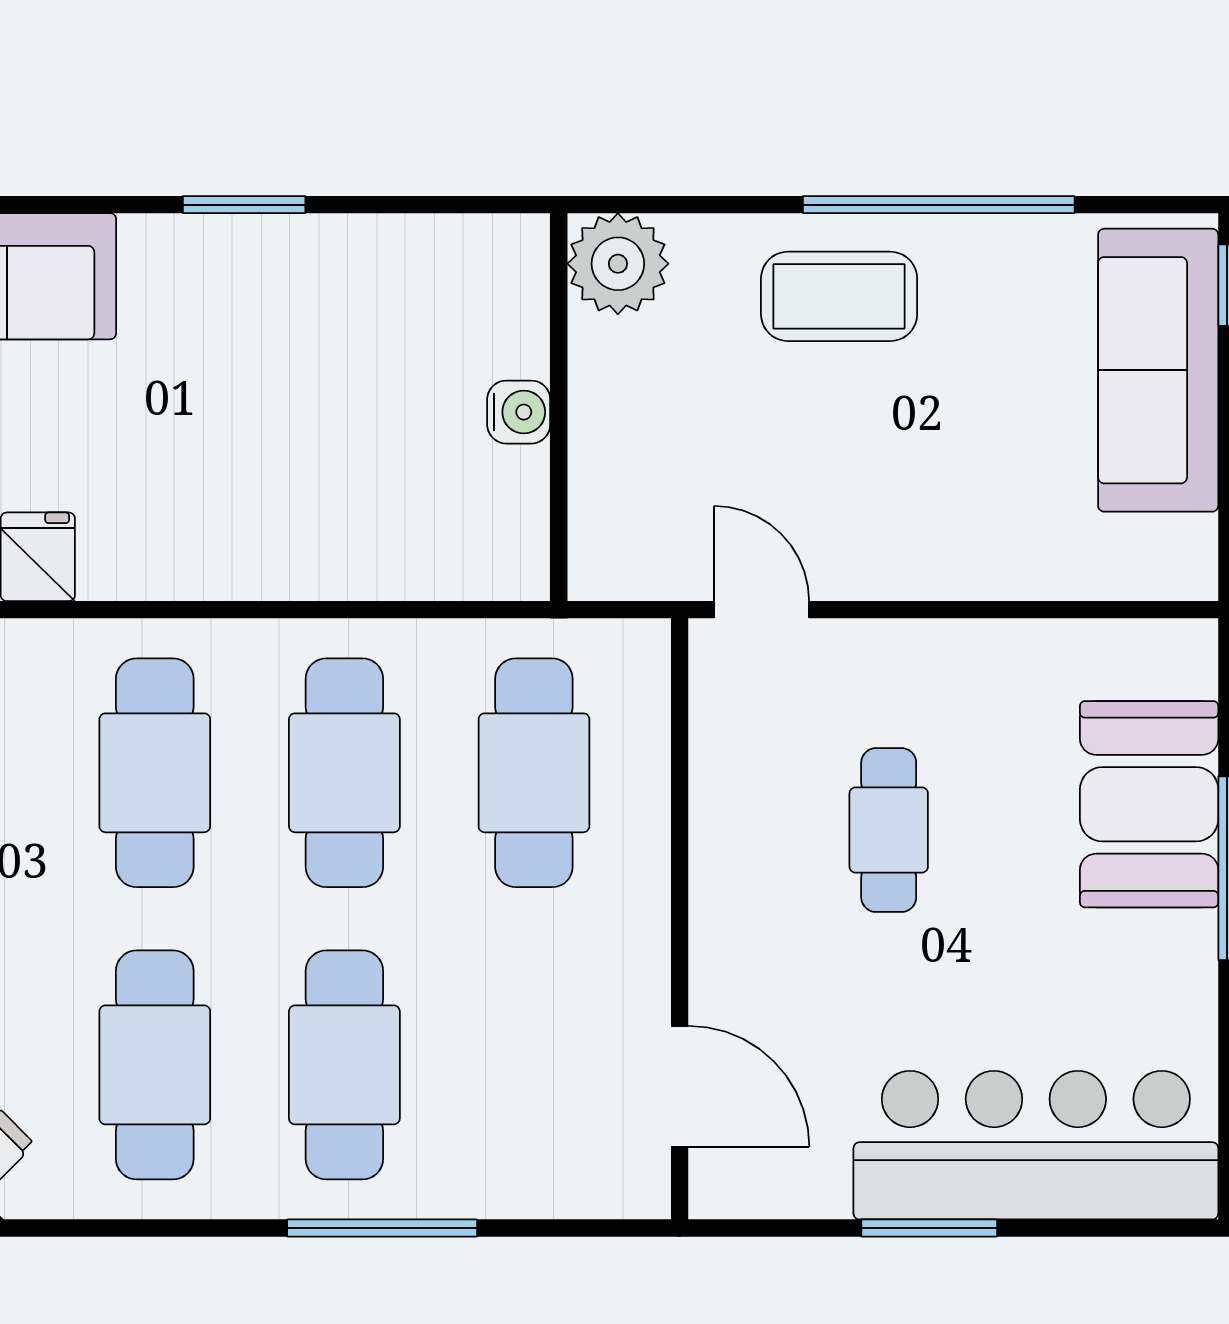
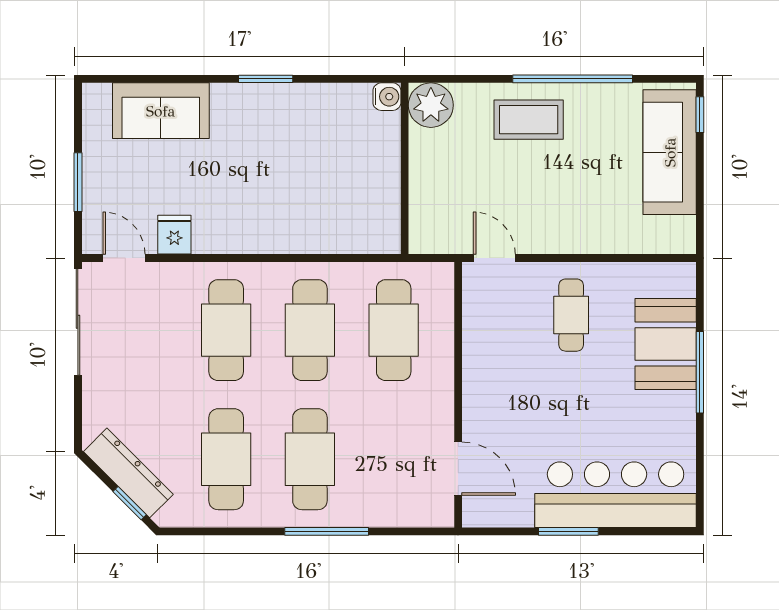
water cooler: (519, 412) -> (387, 97), moved
cafe table: (889, 830) -> (571, 315), moved

